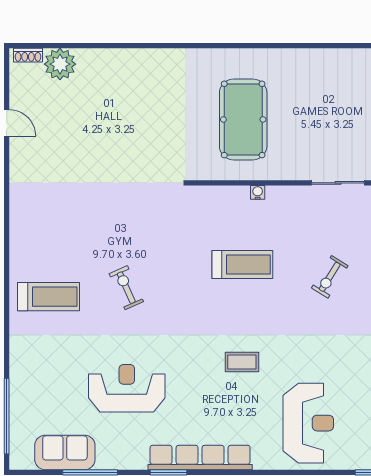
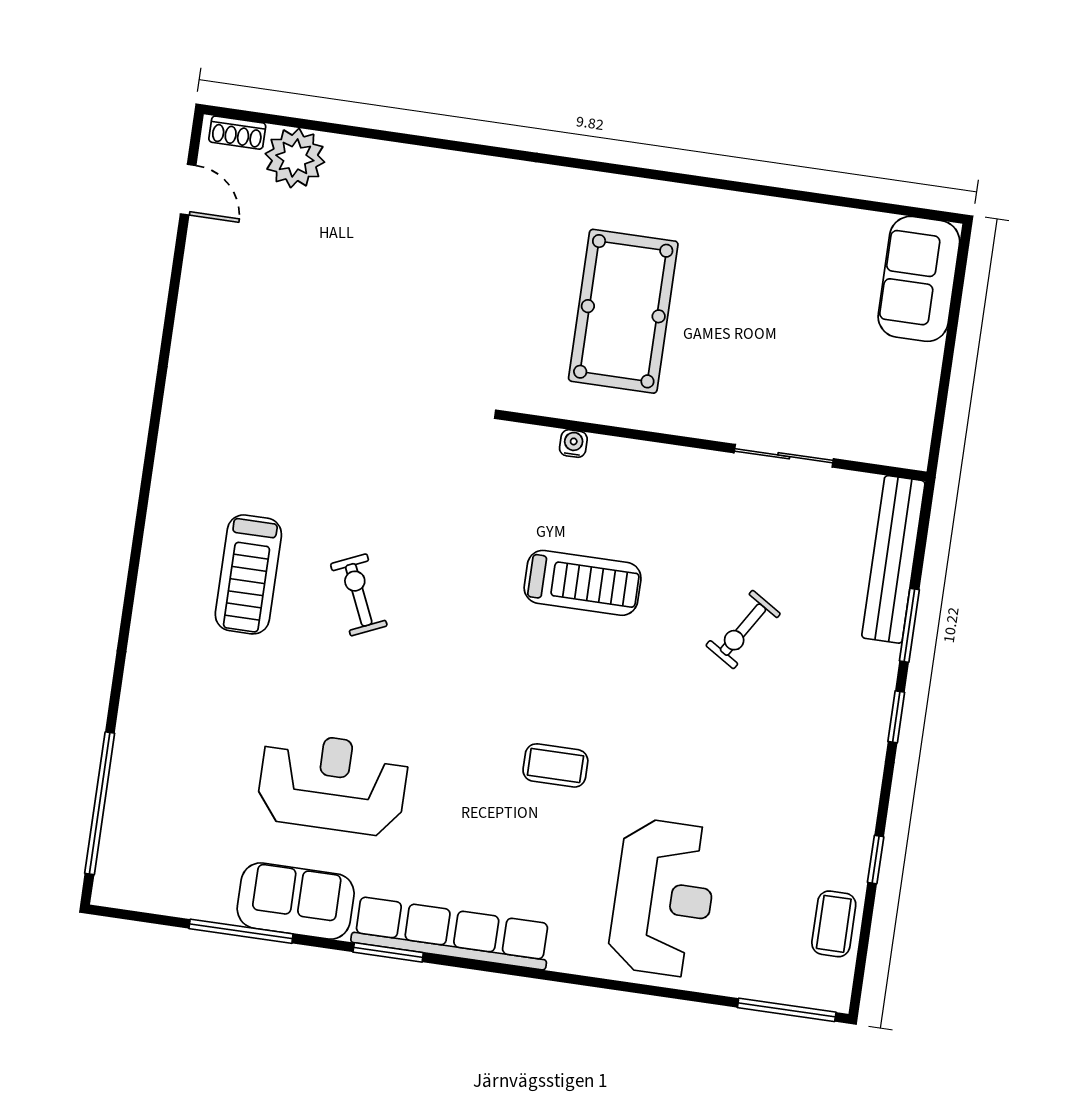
door: (7, 123) -> (188, 190), moved
water cooler: (258, 192) -> (573, 444), moved
treadmill: (49, 297) -> (248, 574), moved, turned 90
sofa: (65, 452) -> (296, 901), moved

